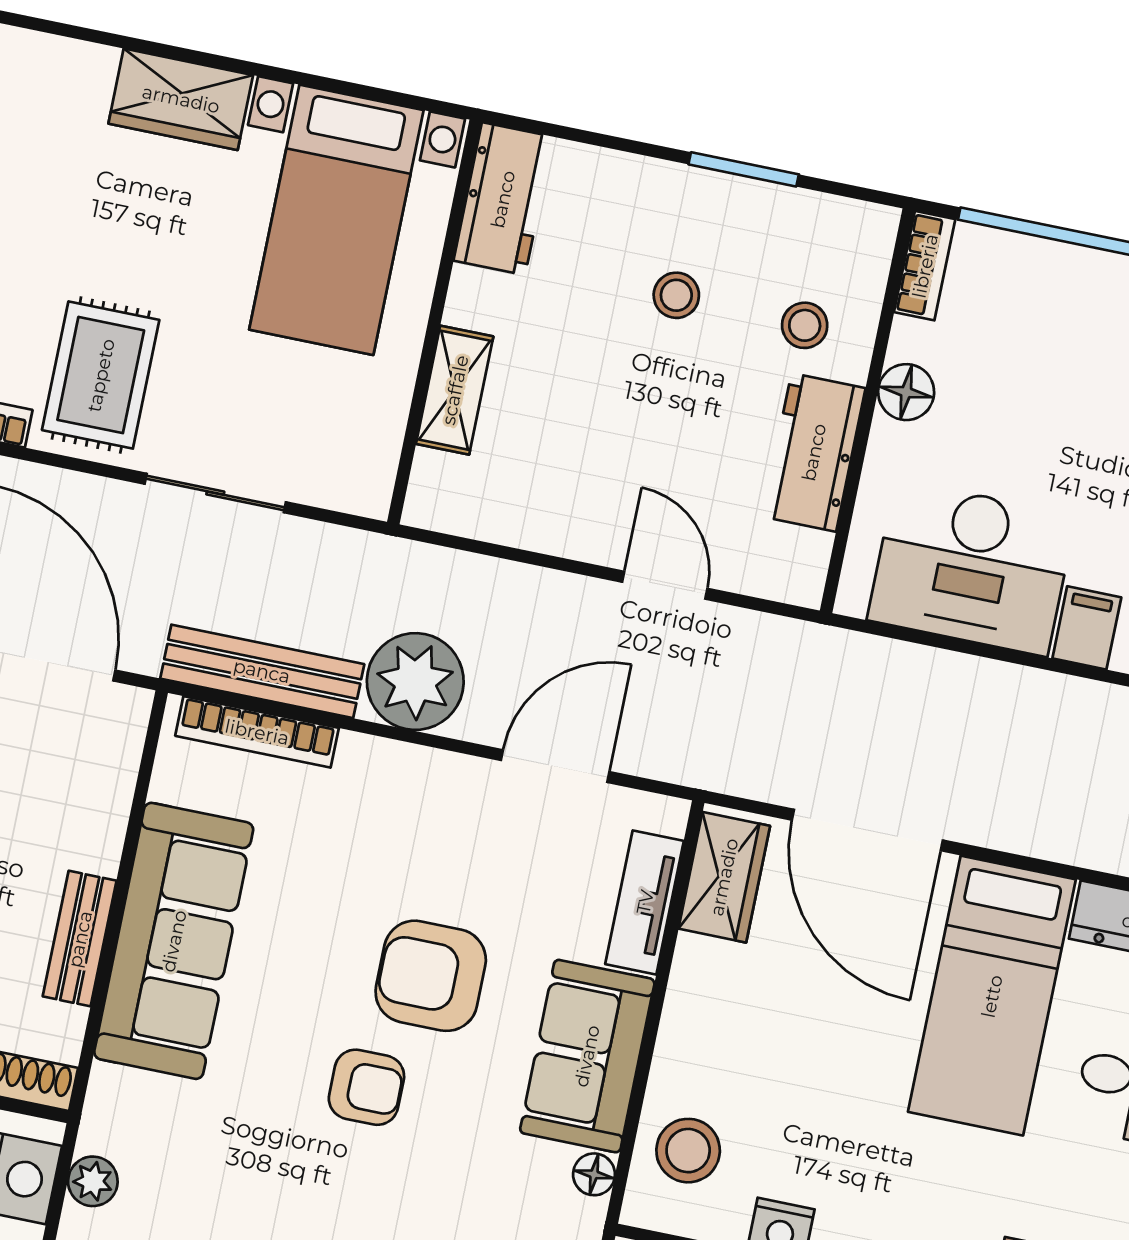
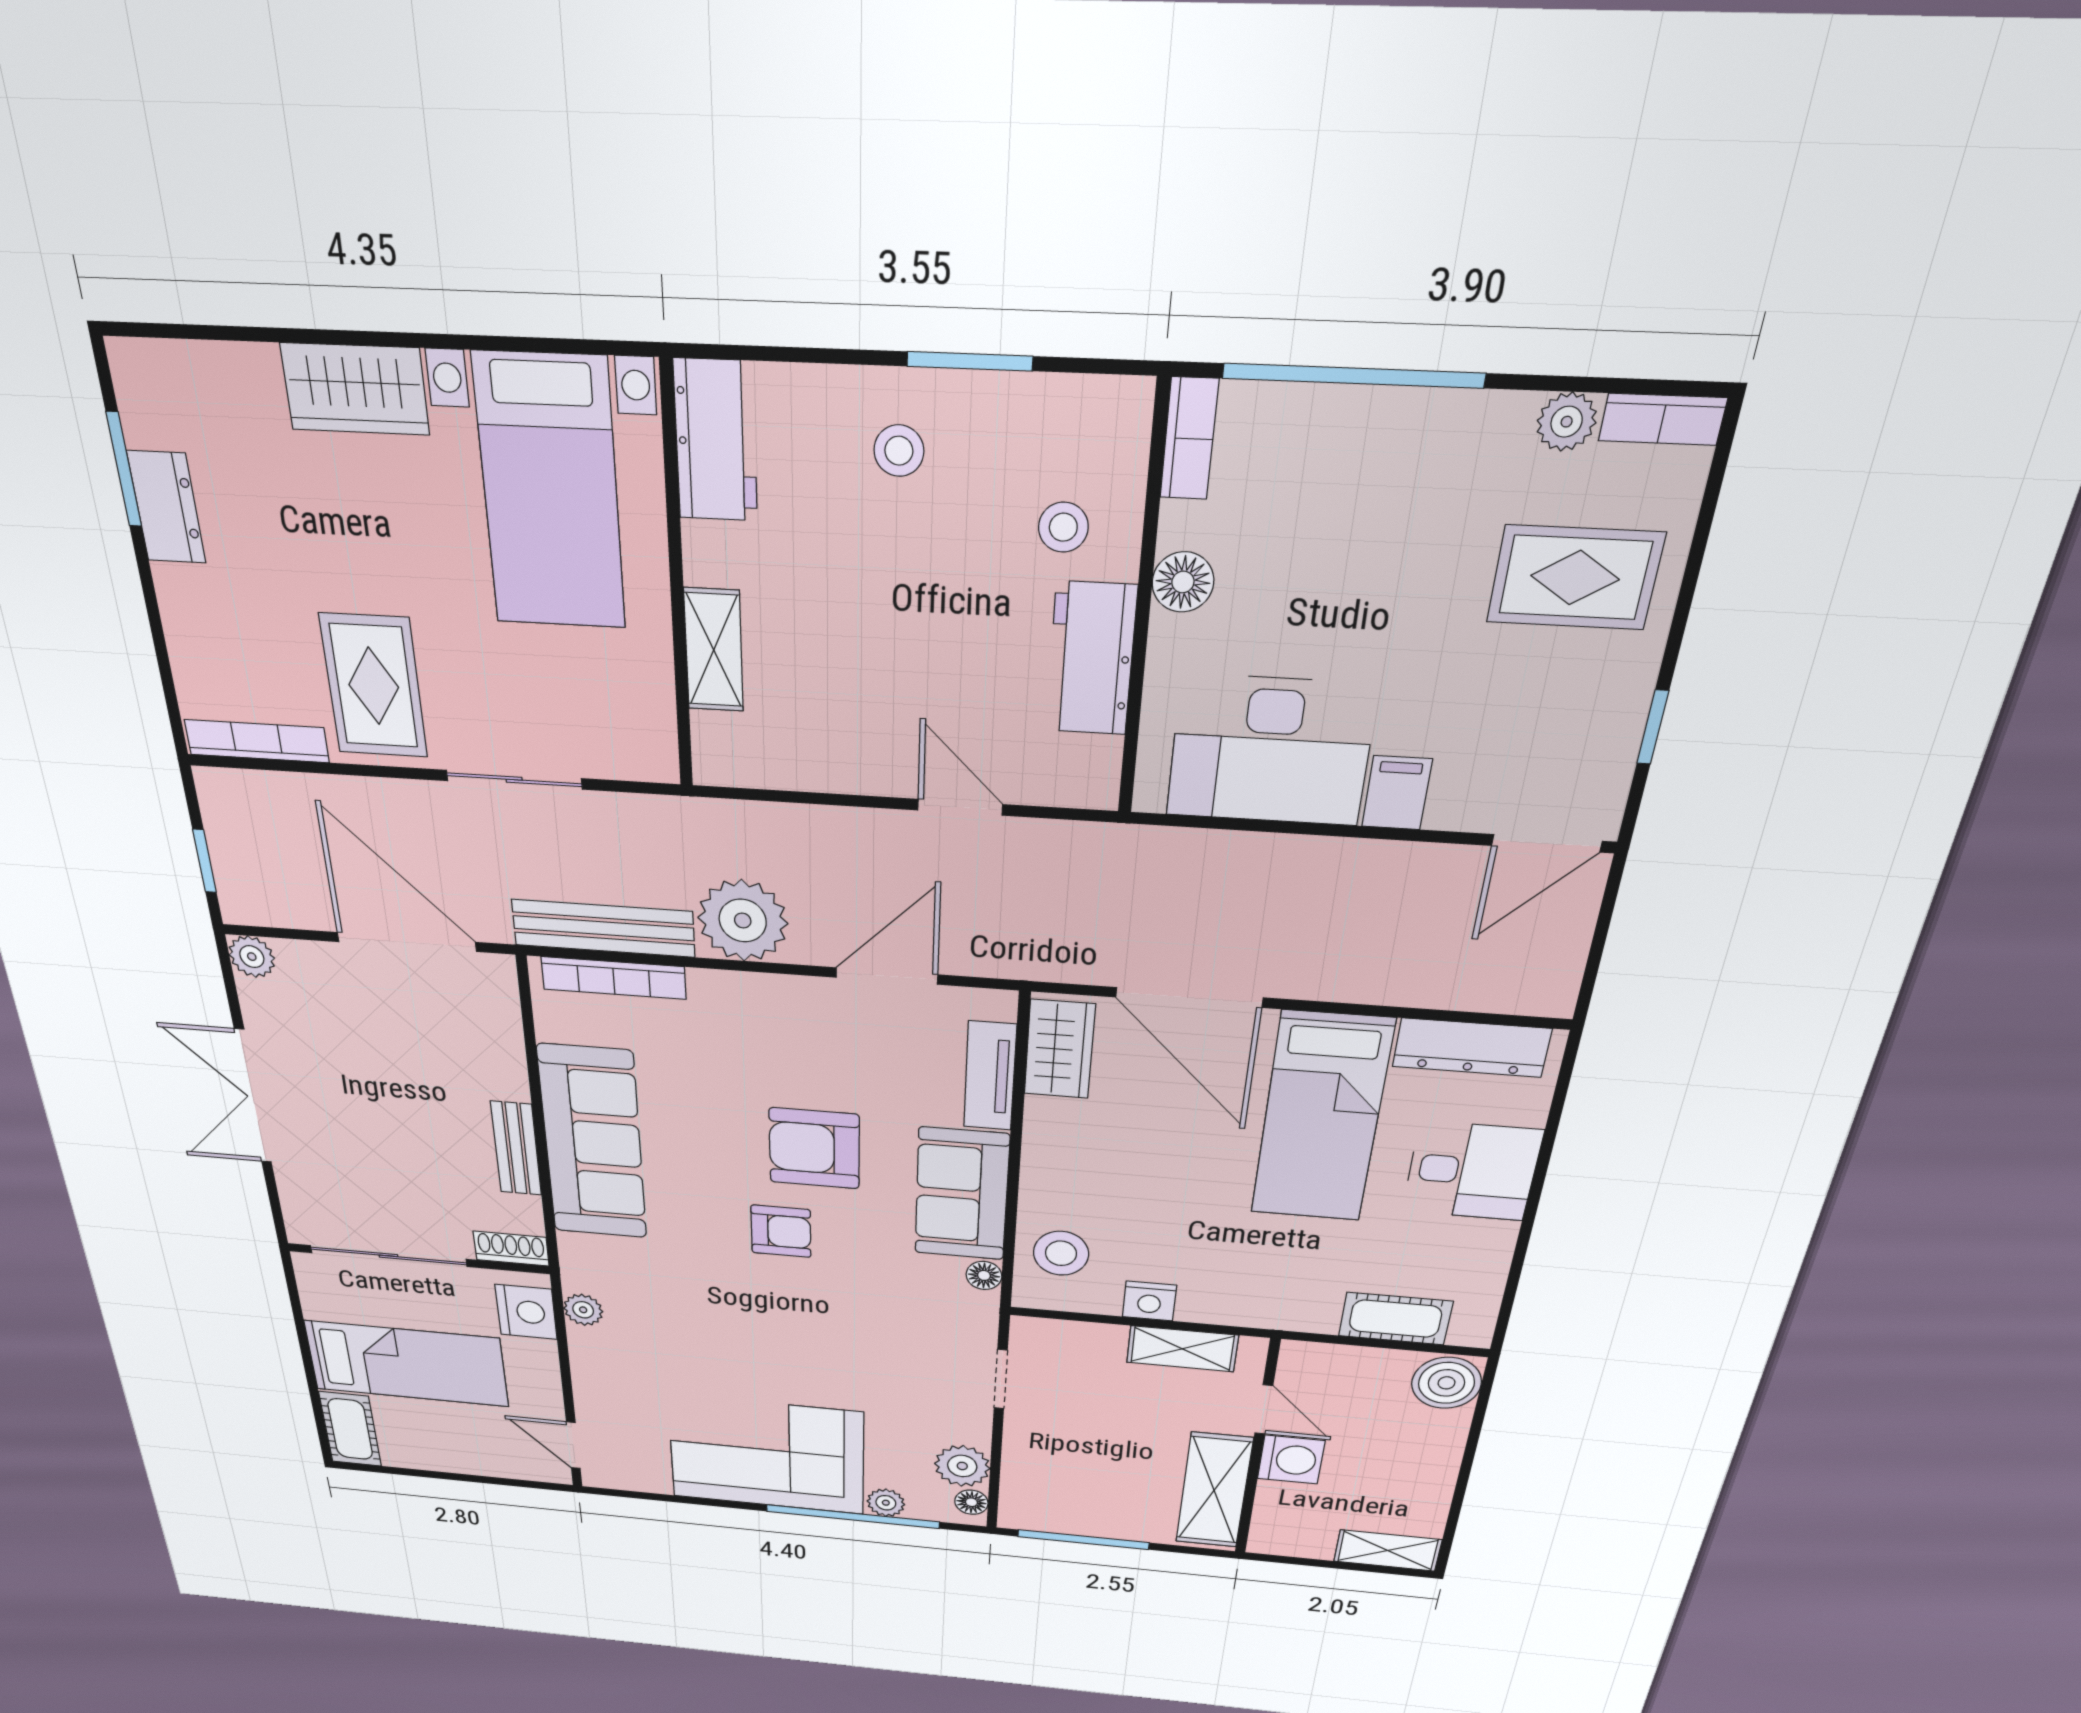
stool: (676, 295) -> (899, 451), moved

